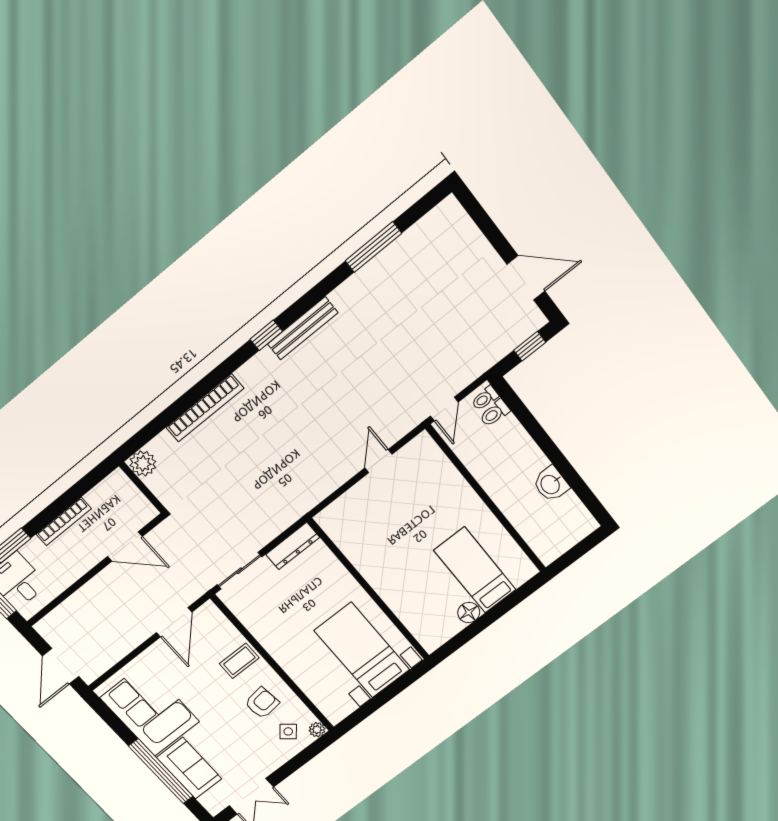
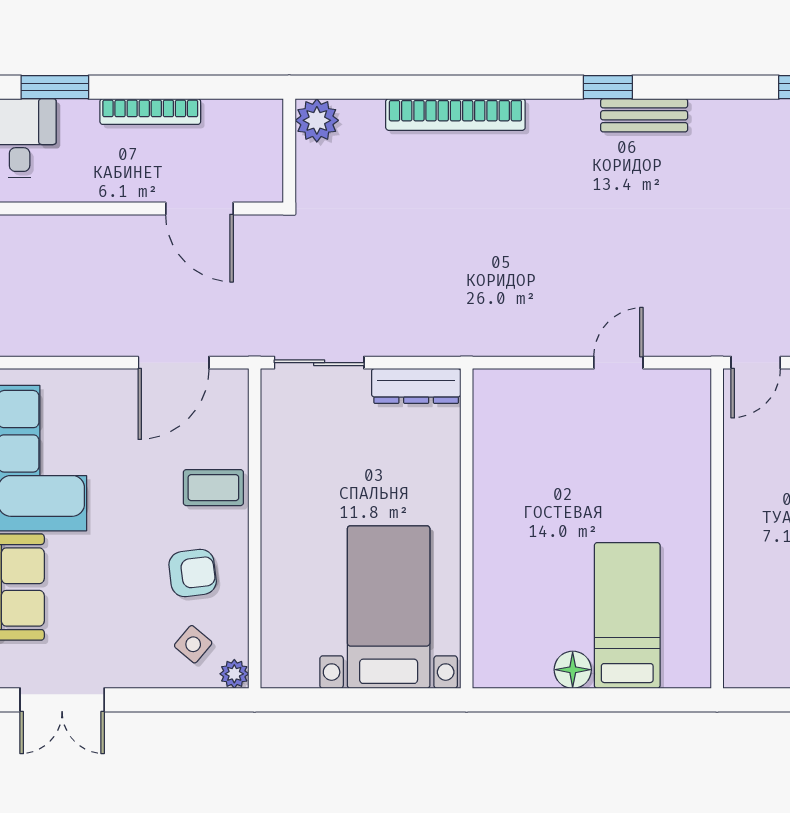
bench: (303, 328) -> (644, 115), width x0.73

